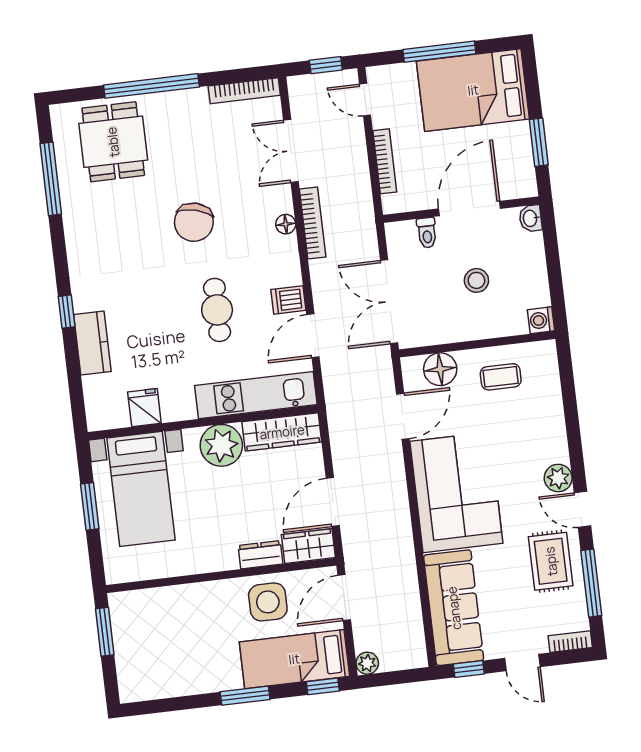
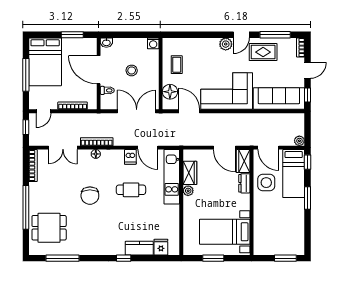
chair: (194, 222) -> (90, 196), turned 75
double door: (389, 302) -> (137, 111), swing flipped
fridge: (144, 408) -> (161, 247), moved, turned 90
wardrobe: (282, 432) -> (190, 173), width x0.67
plant: (221, 445) -> (188, 191), width x0.53, depth x0.53
bed with nightstands: (141, 489) -> (225, 232), moved, turned 180
window: (105, 632) -> (285, 258), moved

